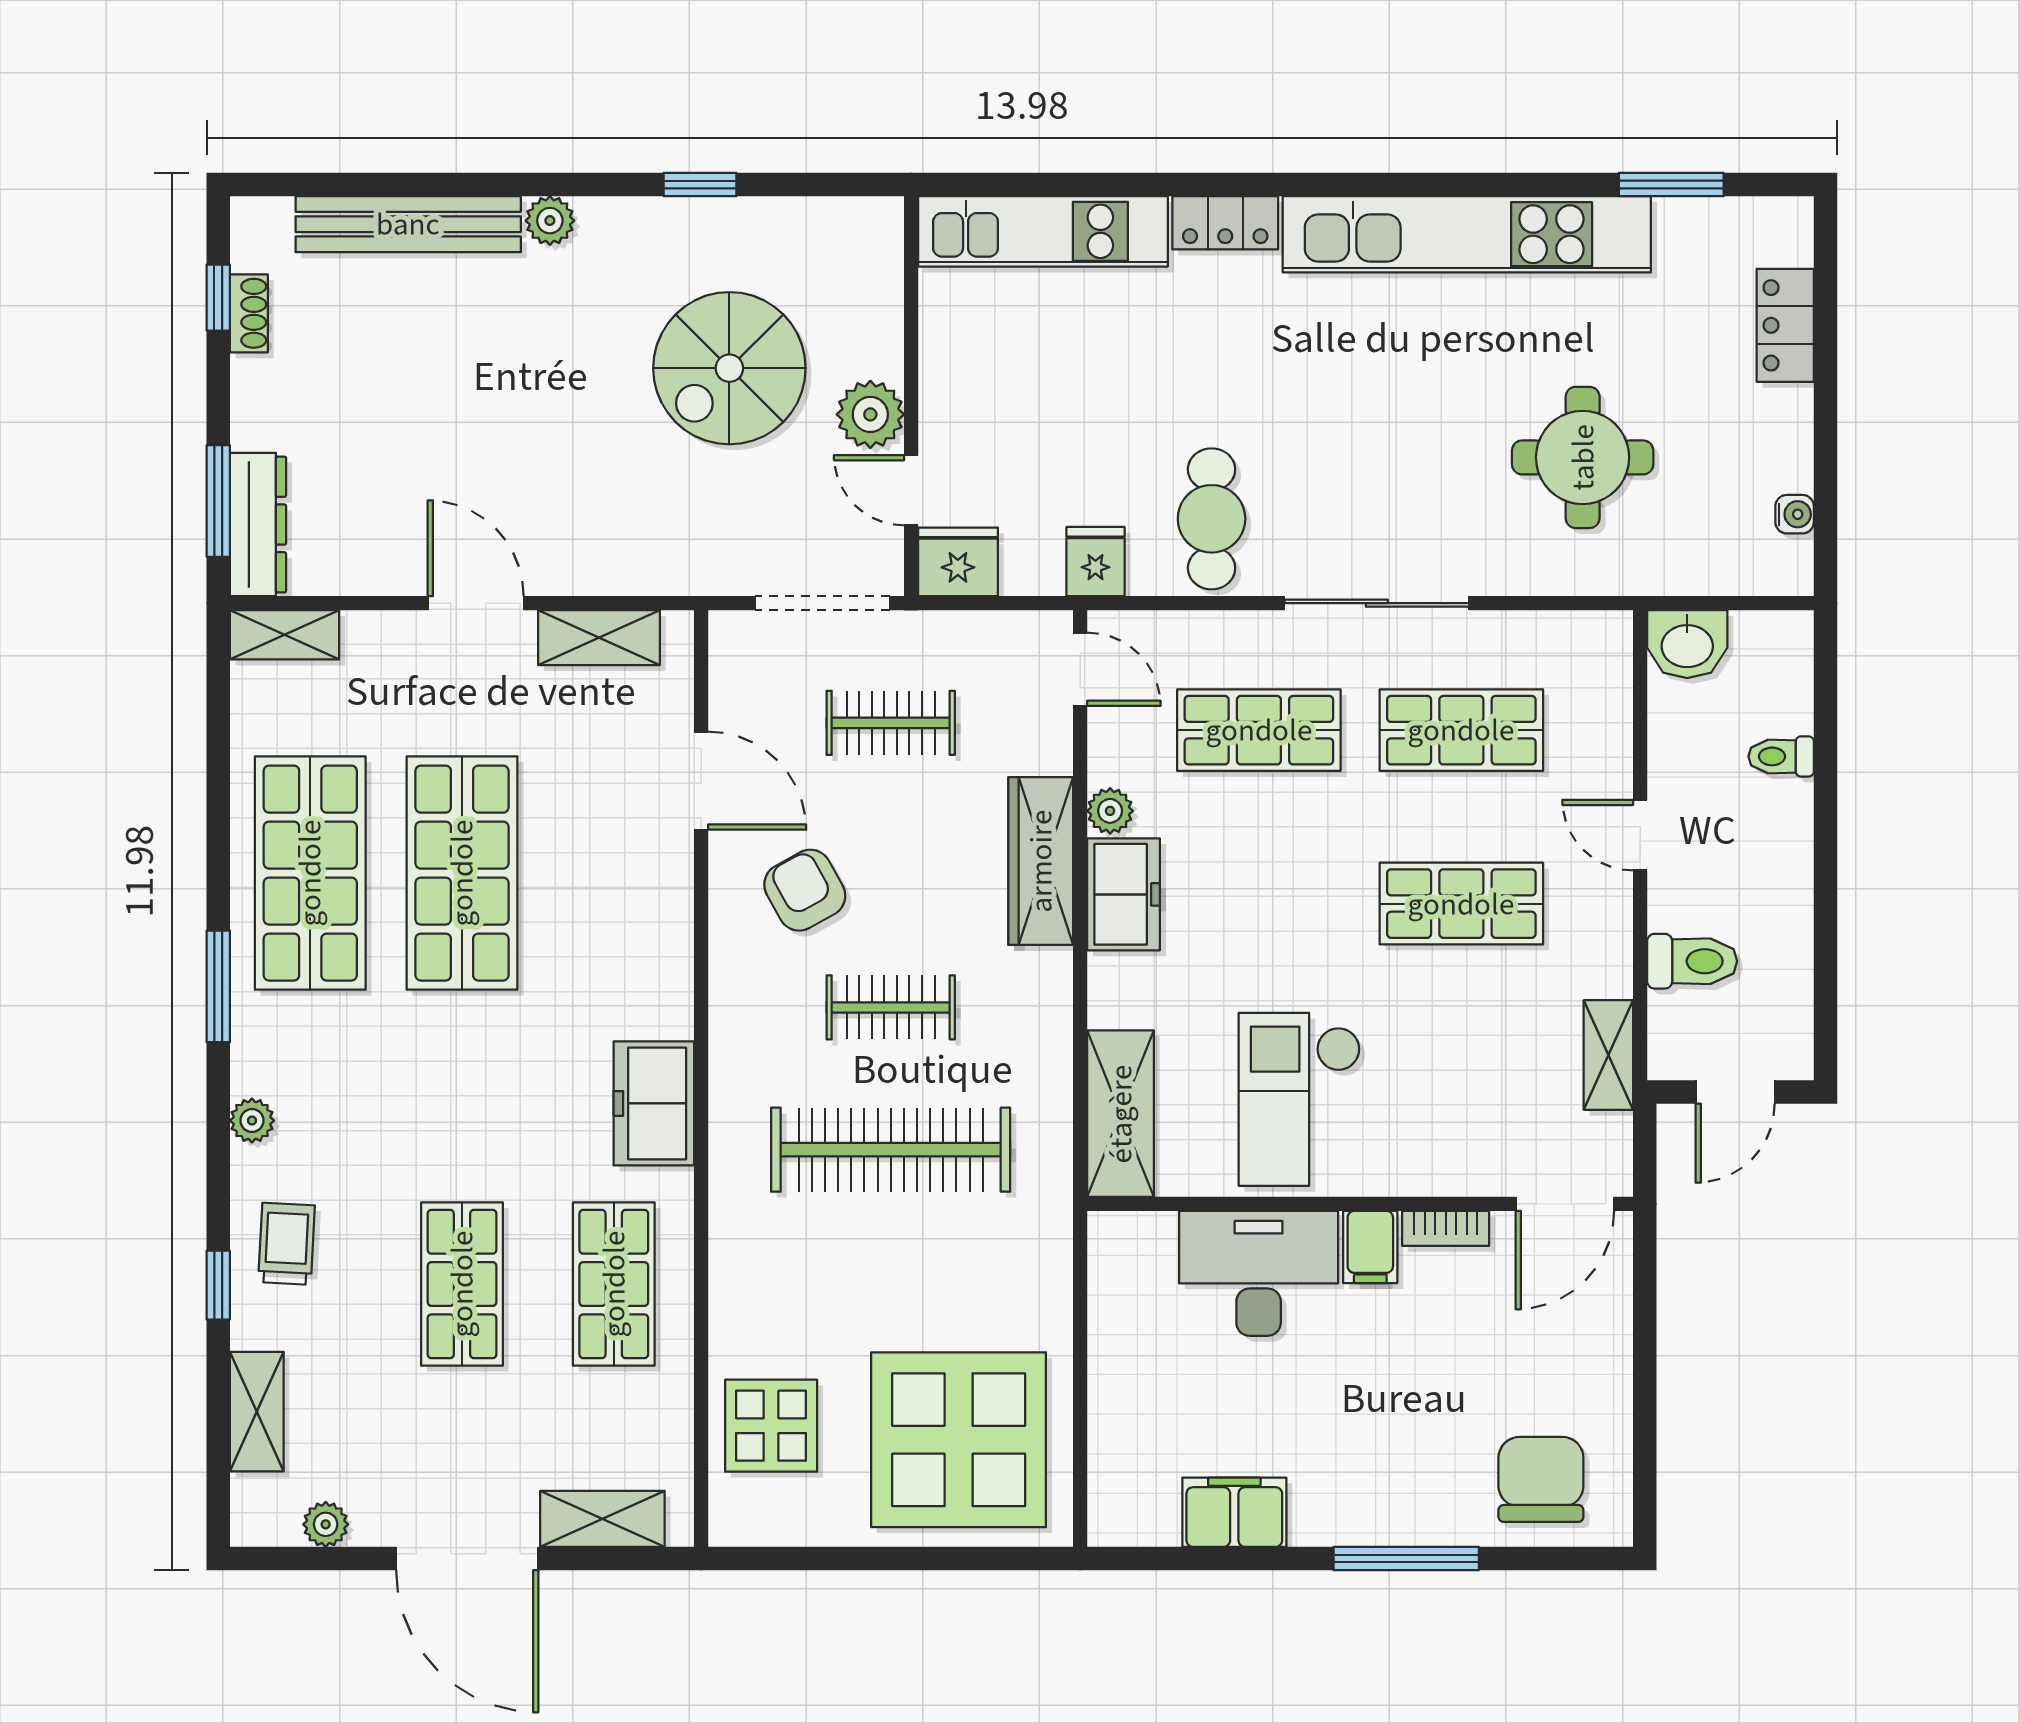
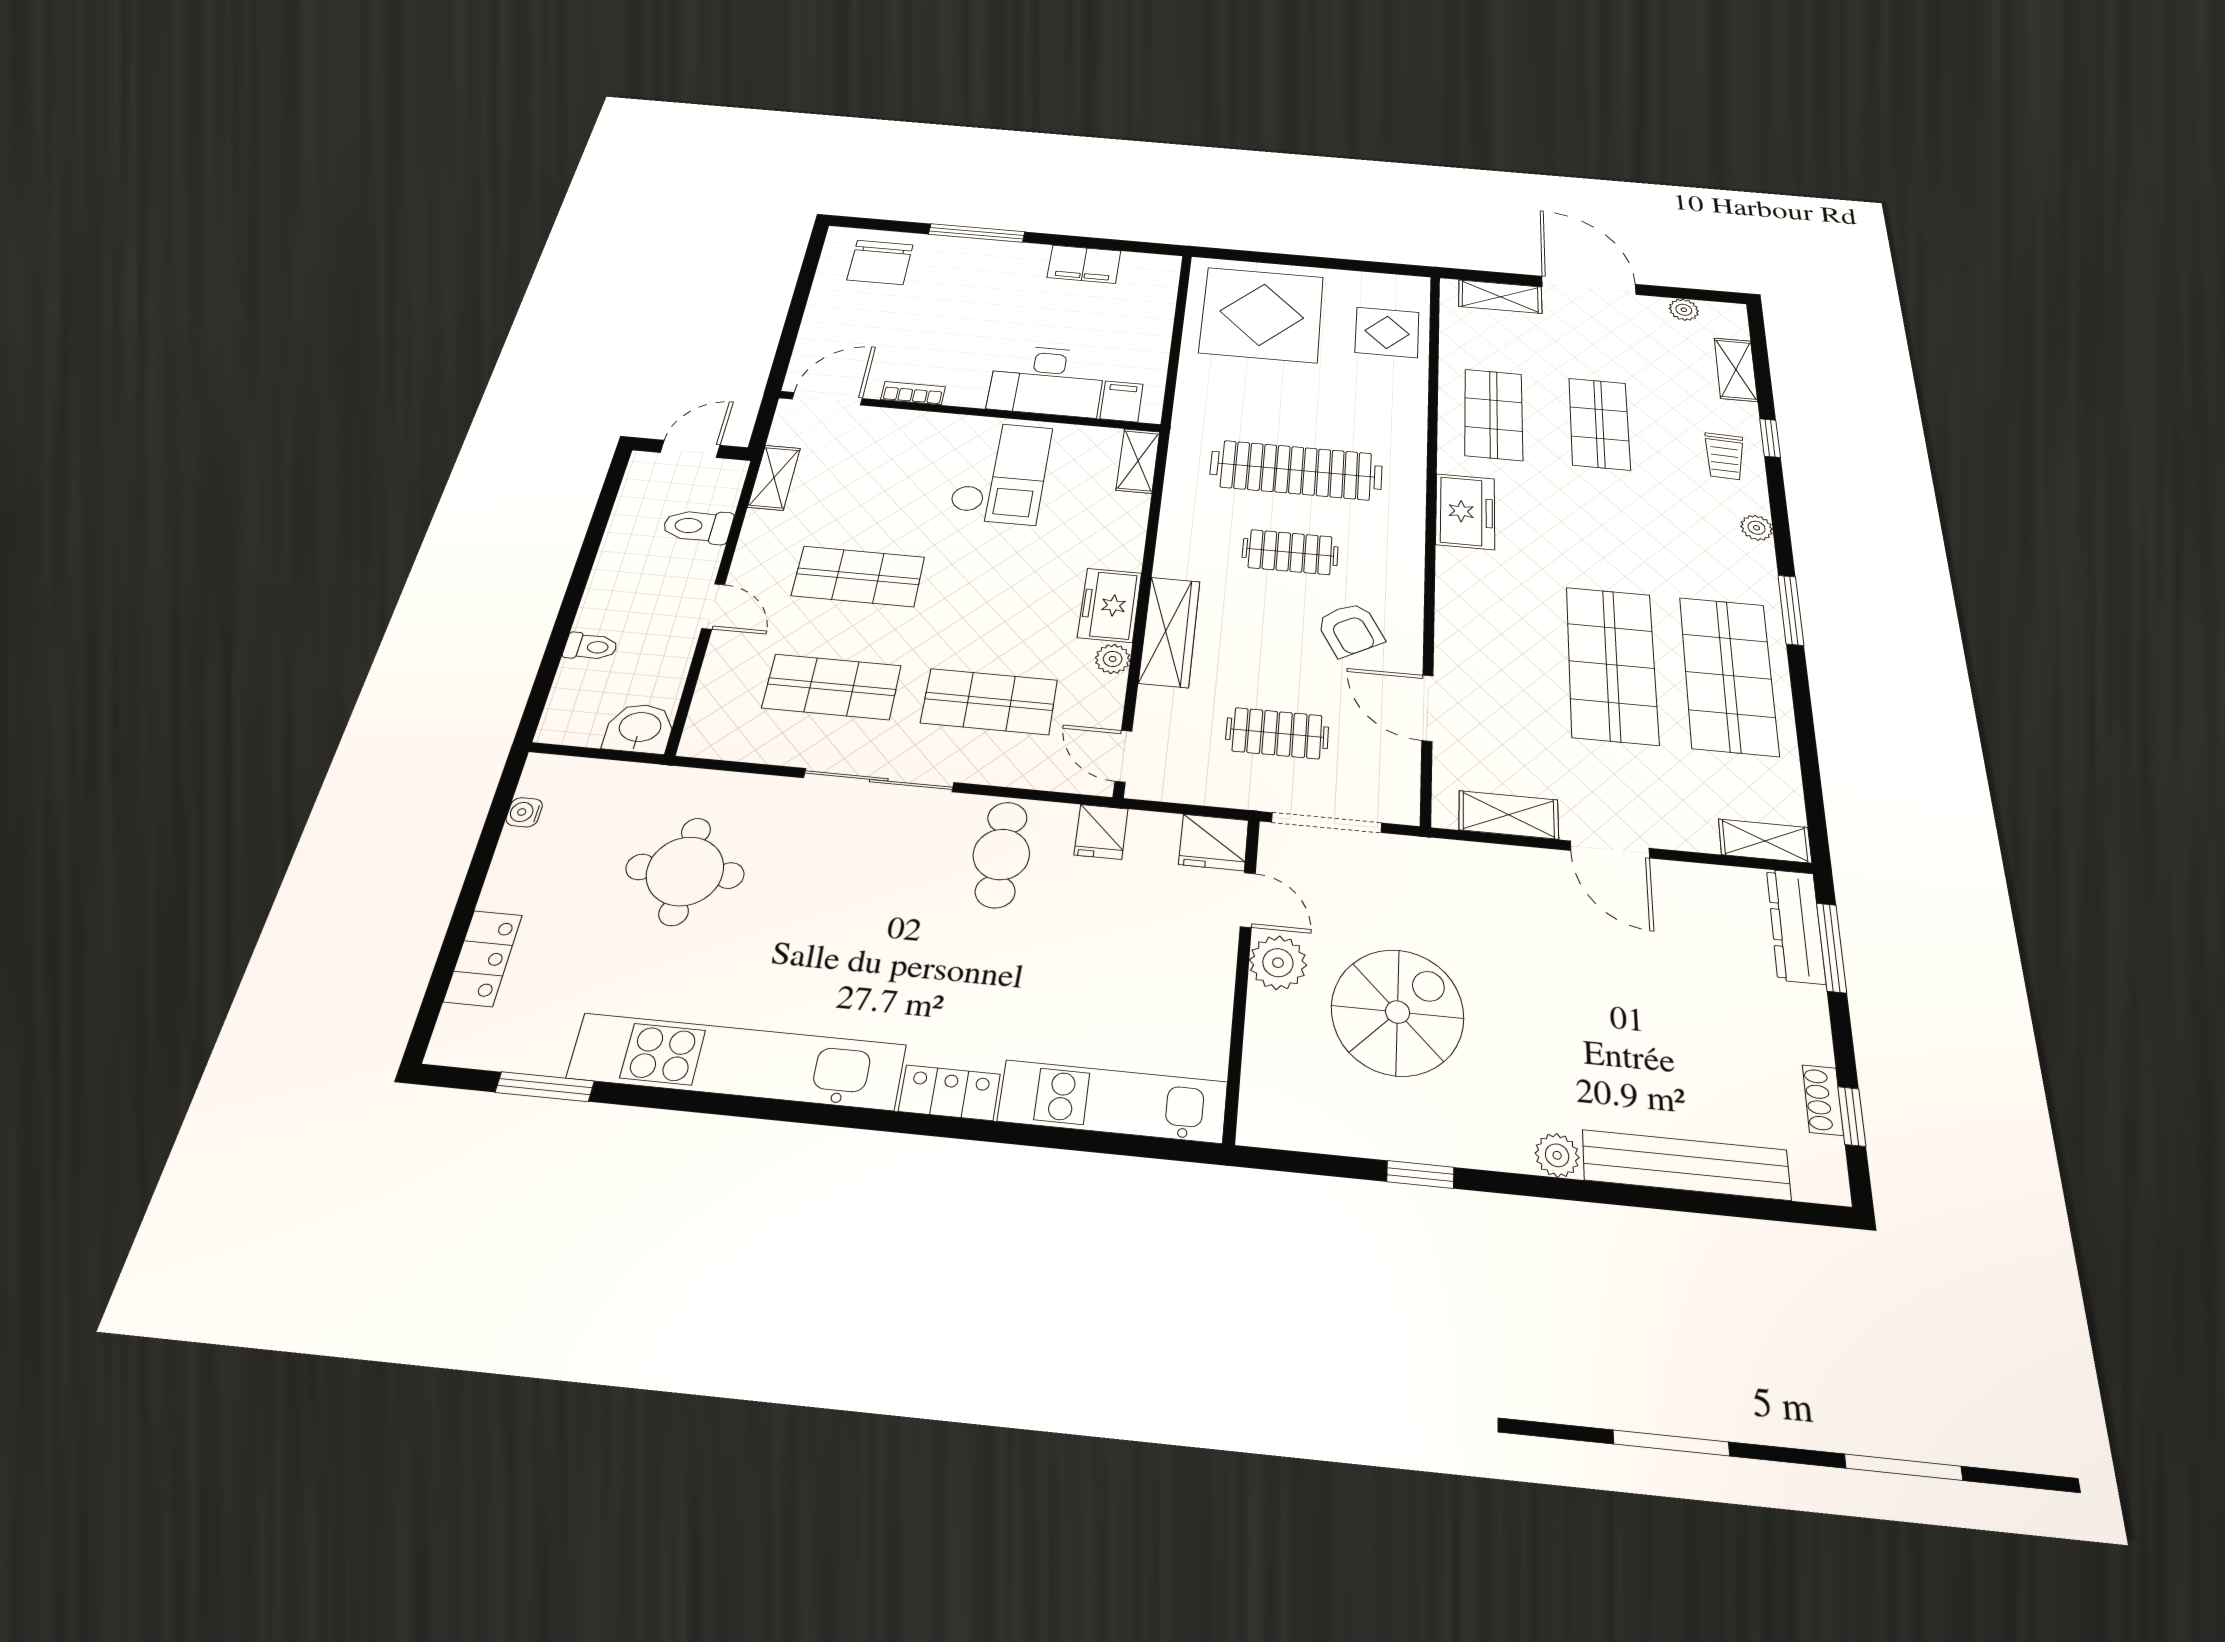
shelving: (1121, 1114) -> (1138, 461), width x0.67, depth x0.75
filing cabinet: (1370, 1247) -> (1121, 401), moved

